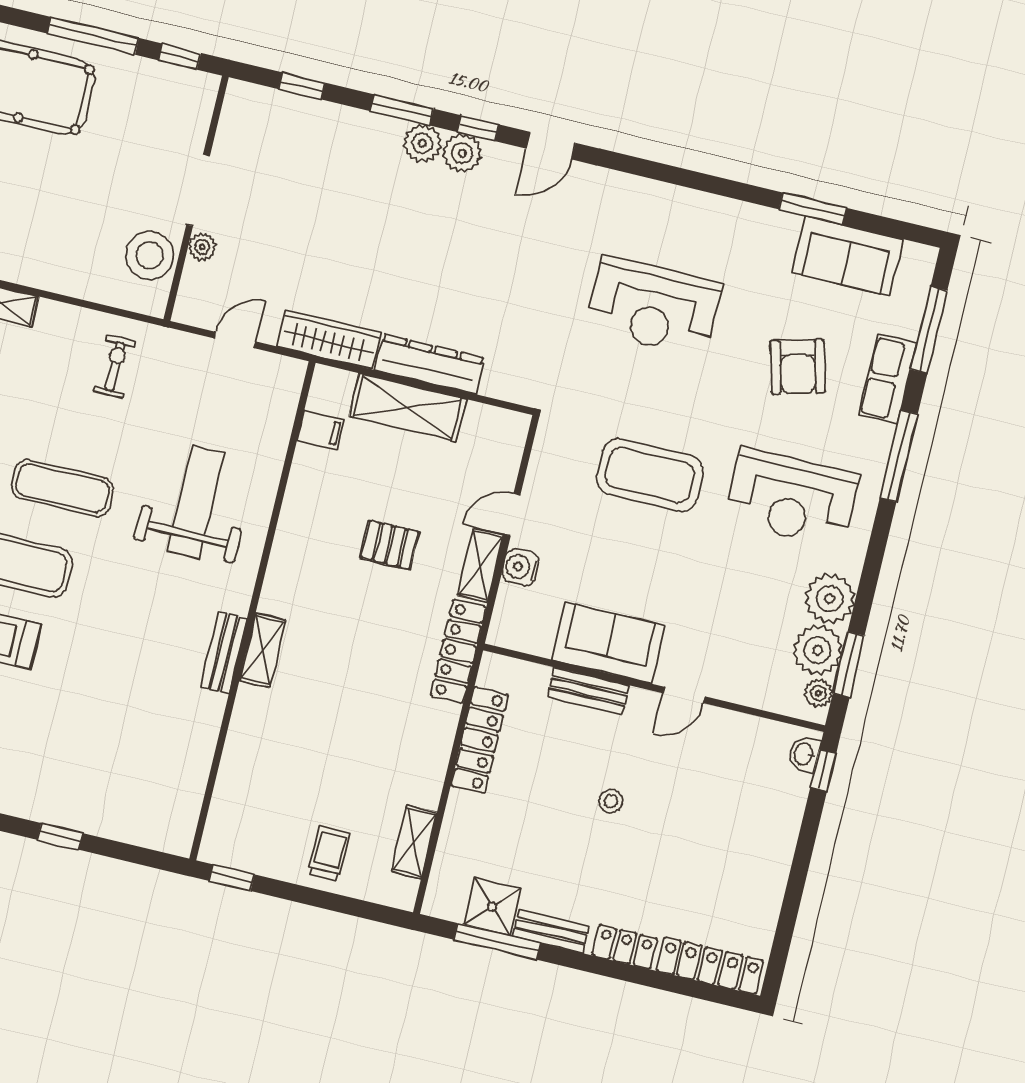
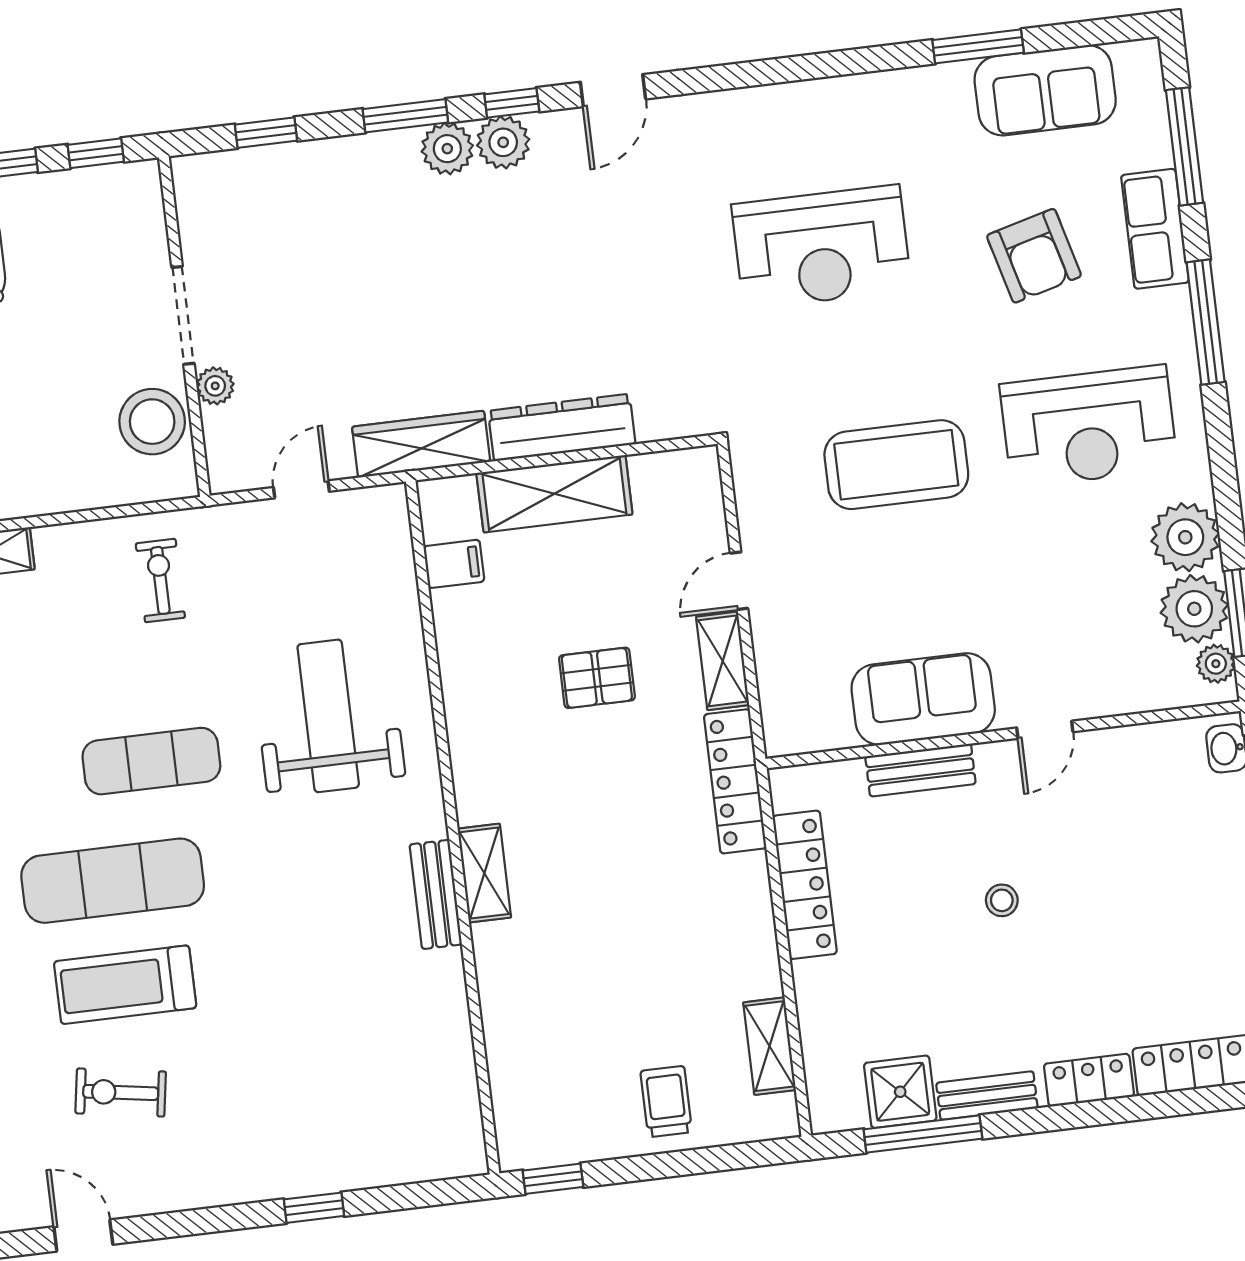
water cooler: (520, 567) -> (775, 644), removed

